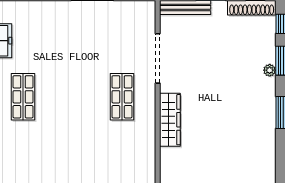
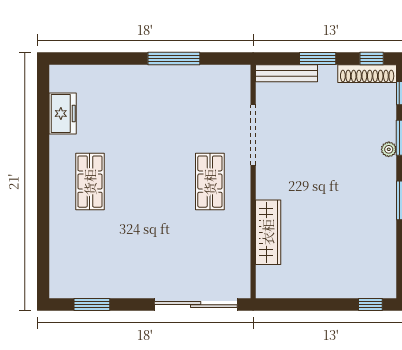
wardrobe: (170, 120) -> (268, 232), moved

